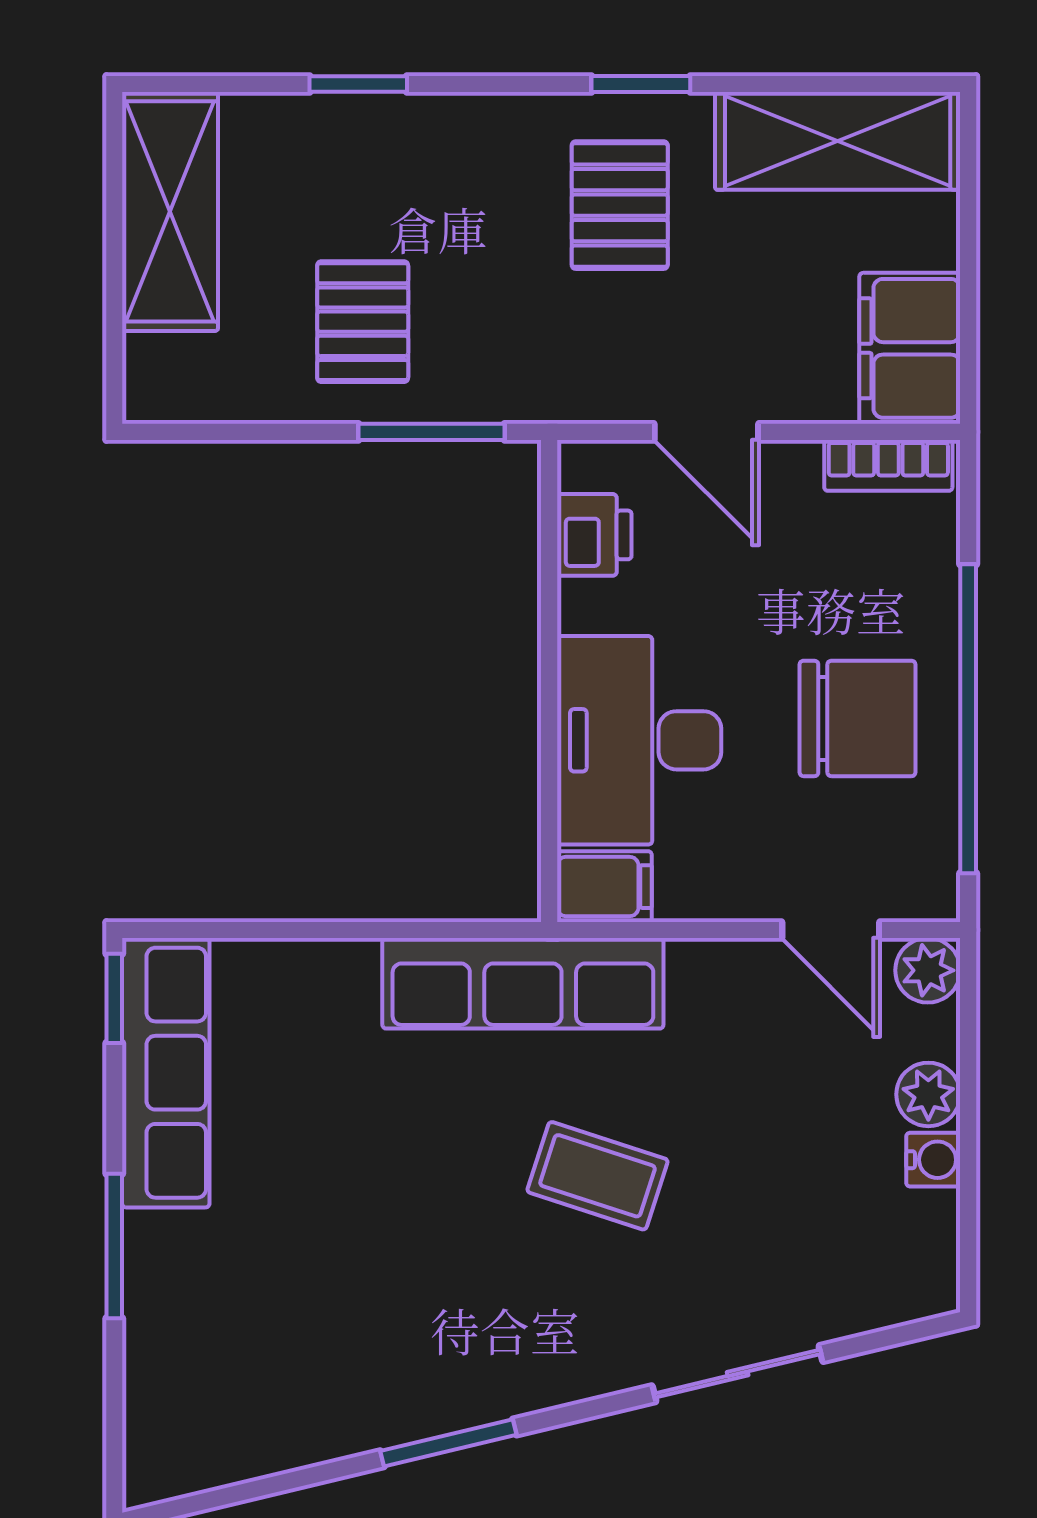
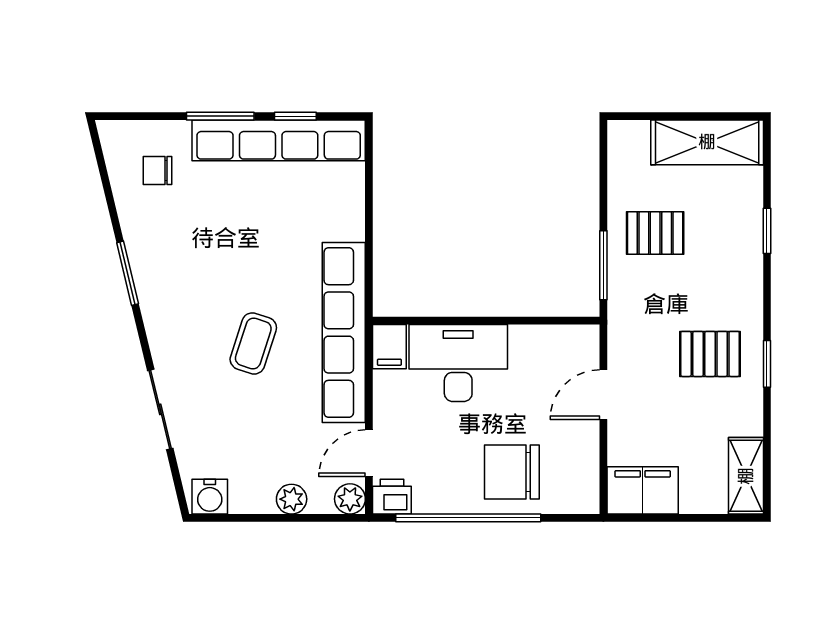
shelving: (838, 141) -> (746, 476), width x0.67, depth x0.75
bookcase: (888, 465) -> (588, 480), removed
printer: (594, 535) -> (392, 497), moved, turned 180
chair: (858, 718) -> (512, 472), moved, turned 90
row of seats: (523, 983) -> (344, 332), width x1.36
window: (114, 998) -> (295, 116), moved
row of seats: (166, 1073) -> (279, 140), width x1.36
water cooler: (933, 1160) -> (210, 497), moved, width x1.38, depth x1.38
chair: (230, 1379) -> (158, 171), added

